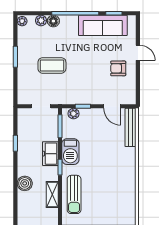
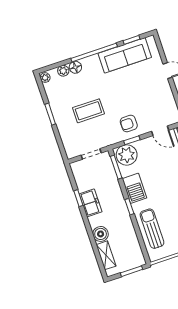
armchair: (118, 68) -> (129, 124), moved
plant: (74, 114) -> (127, 155), width x1.88, depth x1.88
freezer: (50, 154) -> (90, 203), moved, turned 180
shelving: (52, 194) -> (106, 255), moved
sun lounger: (74, 194) -> (152, 229), turned 180

